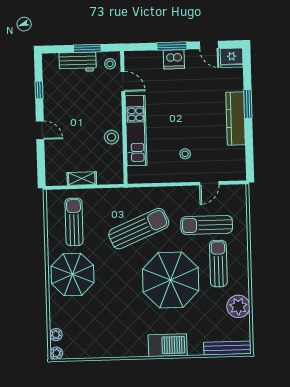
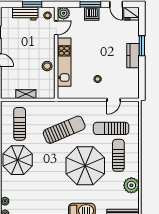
plant: (133, 60) -> (64, 13), added
door: (123, 81) -> (56, 28), hinge flipped
kitchen counter: (236, 118) -> (133, 56), width x0.67

